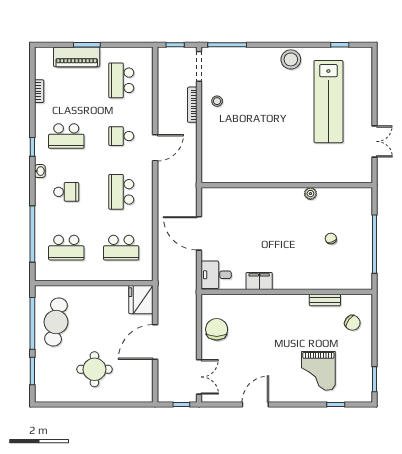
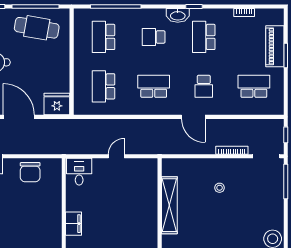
stool: (217, 101) -> (220, 188), moved
school desk: (121, 136) -> (204, 86), turned 180
washbasin: (40, 171) -> (178, 15), width x1.91, depth x1.45
shelving: (253, 174) -> (169, 205), added
school desk: (66, 192) -> (154, 37), turned 90
door: (199, 233) -> (116, 156), width x0.53
filing cabinet: (259, 281) -> (74, 224), moved
chair: (217, 329) -> (30, 172), turned 90

